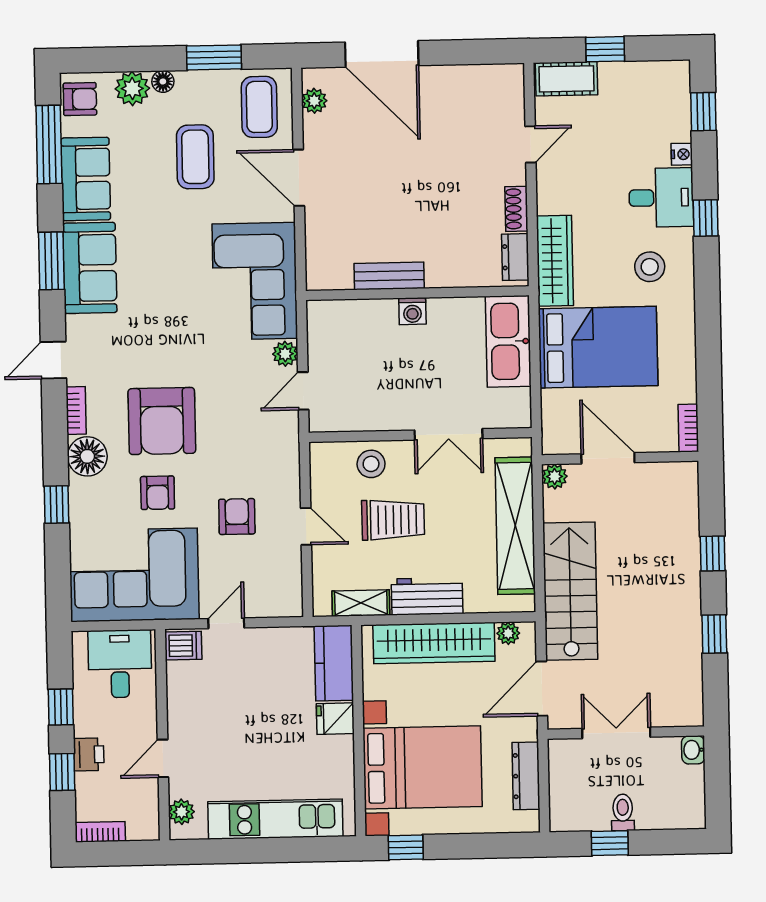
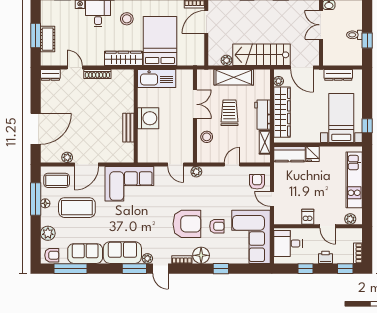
window: (605, 49) -> (36, 36), width x1.50
window: (214, 57) -> (36, 199), width x1.44
cot: (566, 79) -> (48, 39), moved
floor lamp: (163, 81) -> (45, 203), moved
armchair: (80, 99) -> (52, 255), turned 90
plant: (314, 101) -> (67, 157), moved
coffee table: (195, 157) -> (77, 208), width x1.36, depth x1.32
shoe rack: (516, 209) -> (97, 74), width x1.43
dresser: (515, 257) -> (50, 75), moved
window: (51, 261) -> (134, 269), moved
washing machine: (412, 311) -> (148, 118), width x1.89, depth x1.89
plant: (77, 328) -> (147, 258), added
plant: (285, 354) -> (196, 172), moved
door: (608, 458) -> (206, 22), moved
plant: (555, 476) -> (226, 60), moved
armchair: (237, 517) -> (257, 182), moved, turned 90
trolley: (393, 520) -> (229, 113), moved
shelving: (515, 526) -> (234, 77), width x0.68
dishwasher: (183, 646) -> (308, 217), moved
double door: (616, 733) -> (321, 25), moved
bed with nightstands: (423, 767) -> (341, 118), width x0.73
window: (62, 772) -> (345, 269), moved

